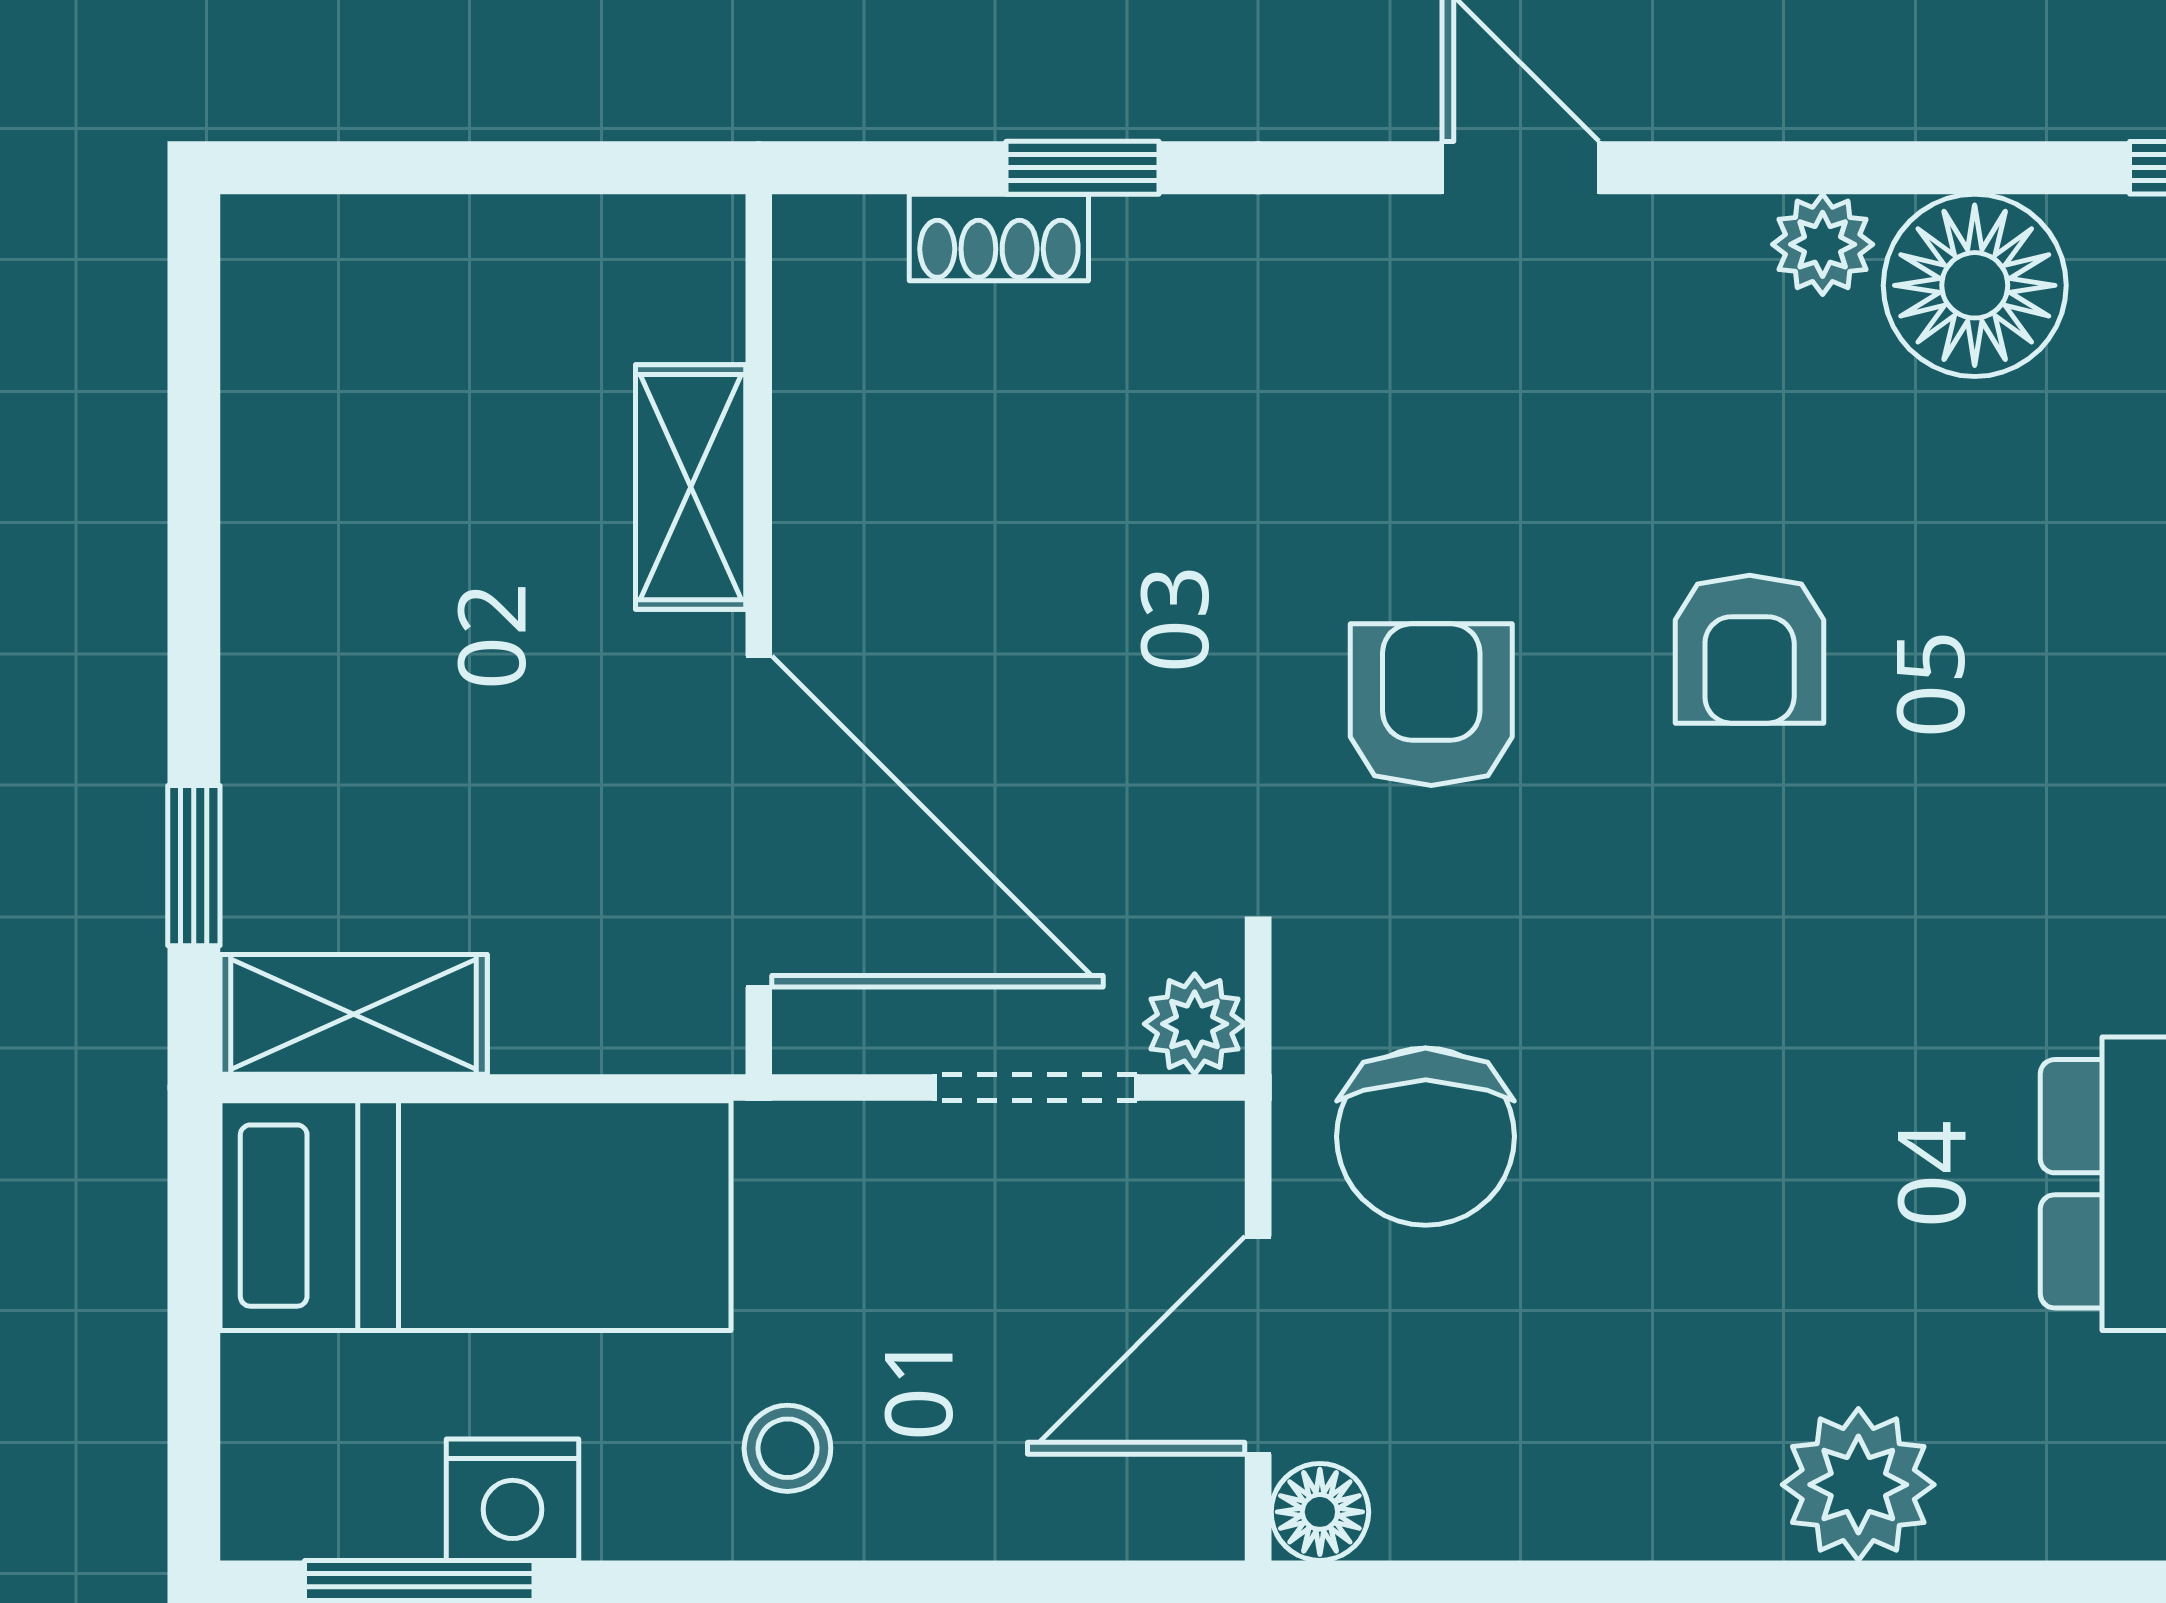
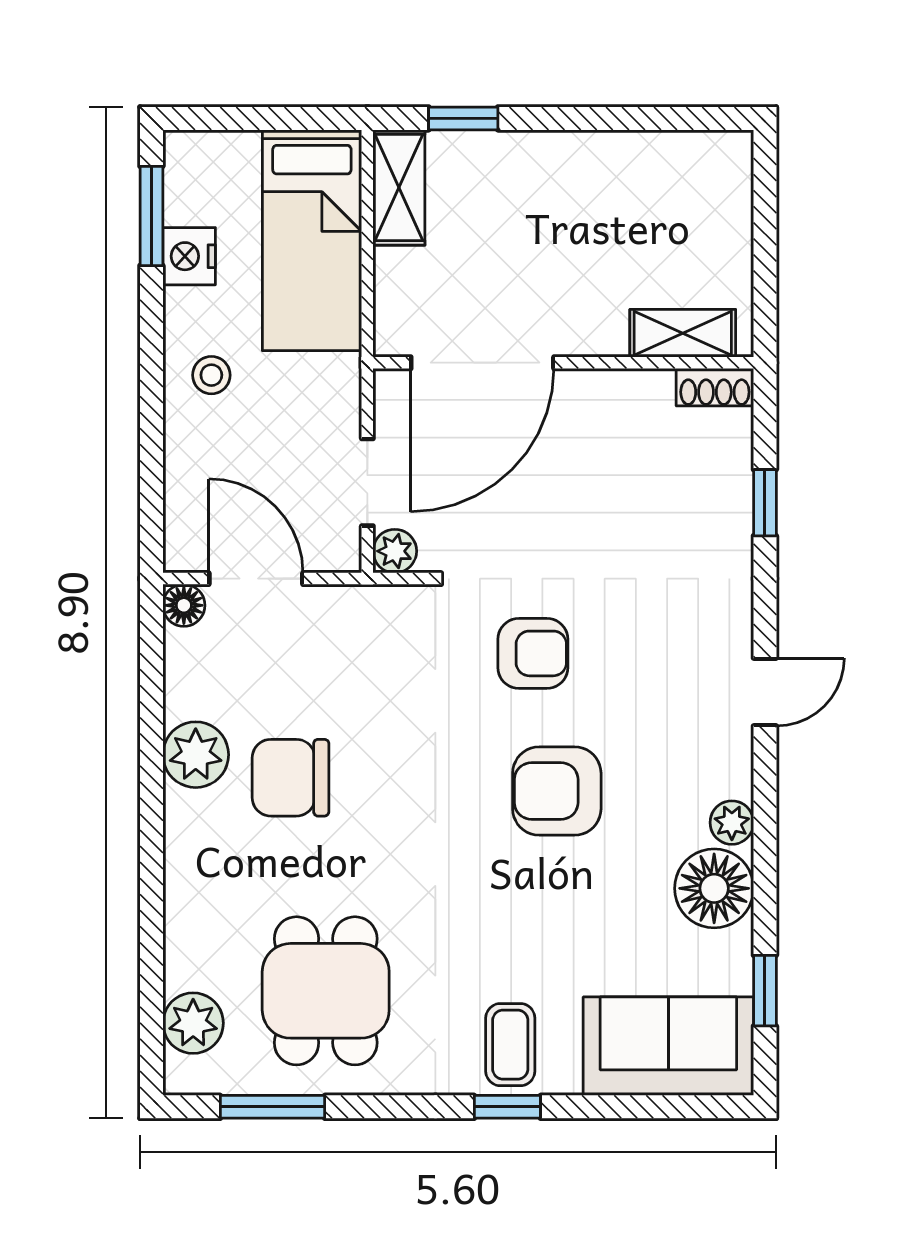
shoe rack: (999, 237) -> (715, 387), moved, turned -90
shelving: (691, 487) -> (683, 333), moved
armchair: (1750, 649) -> (557, 791), width x1.38, depth x1.38
chair: (1426, 1137) -> (290, 778), moved
plant: (1858, 1485) -> (196, 755), moved

